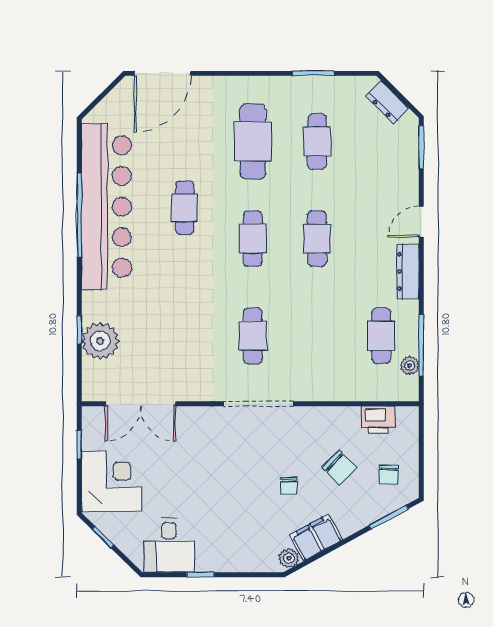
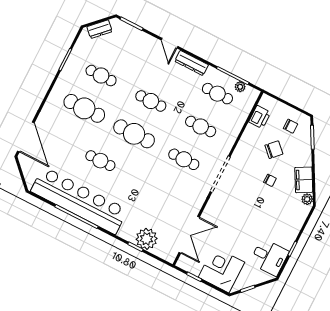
cafe table: (253, 239) -> (134, 134), width x1.37, depth x1.35
cafe table: (317, 336) -> (201, 126), added

